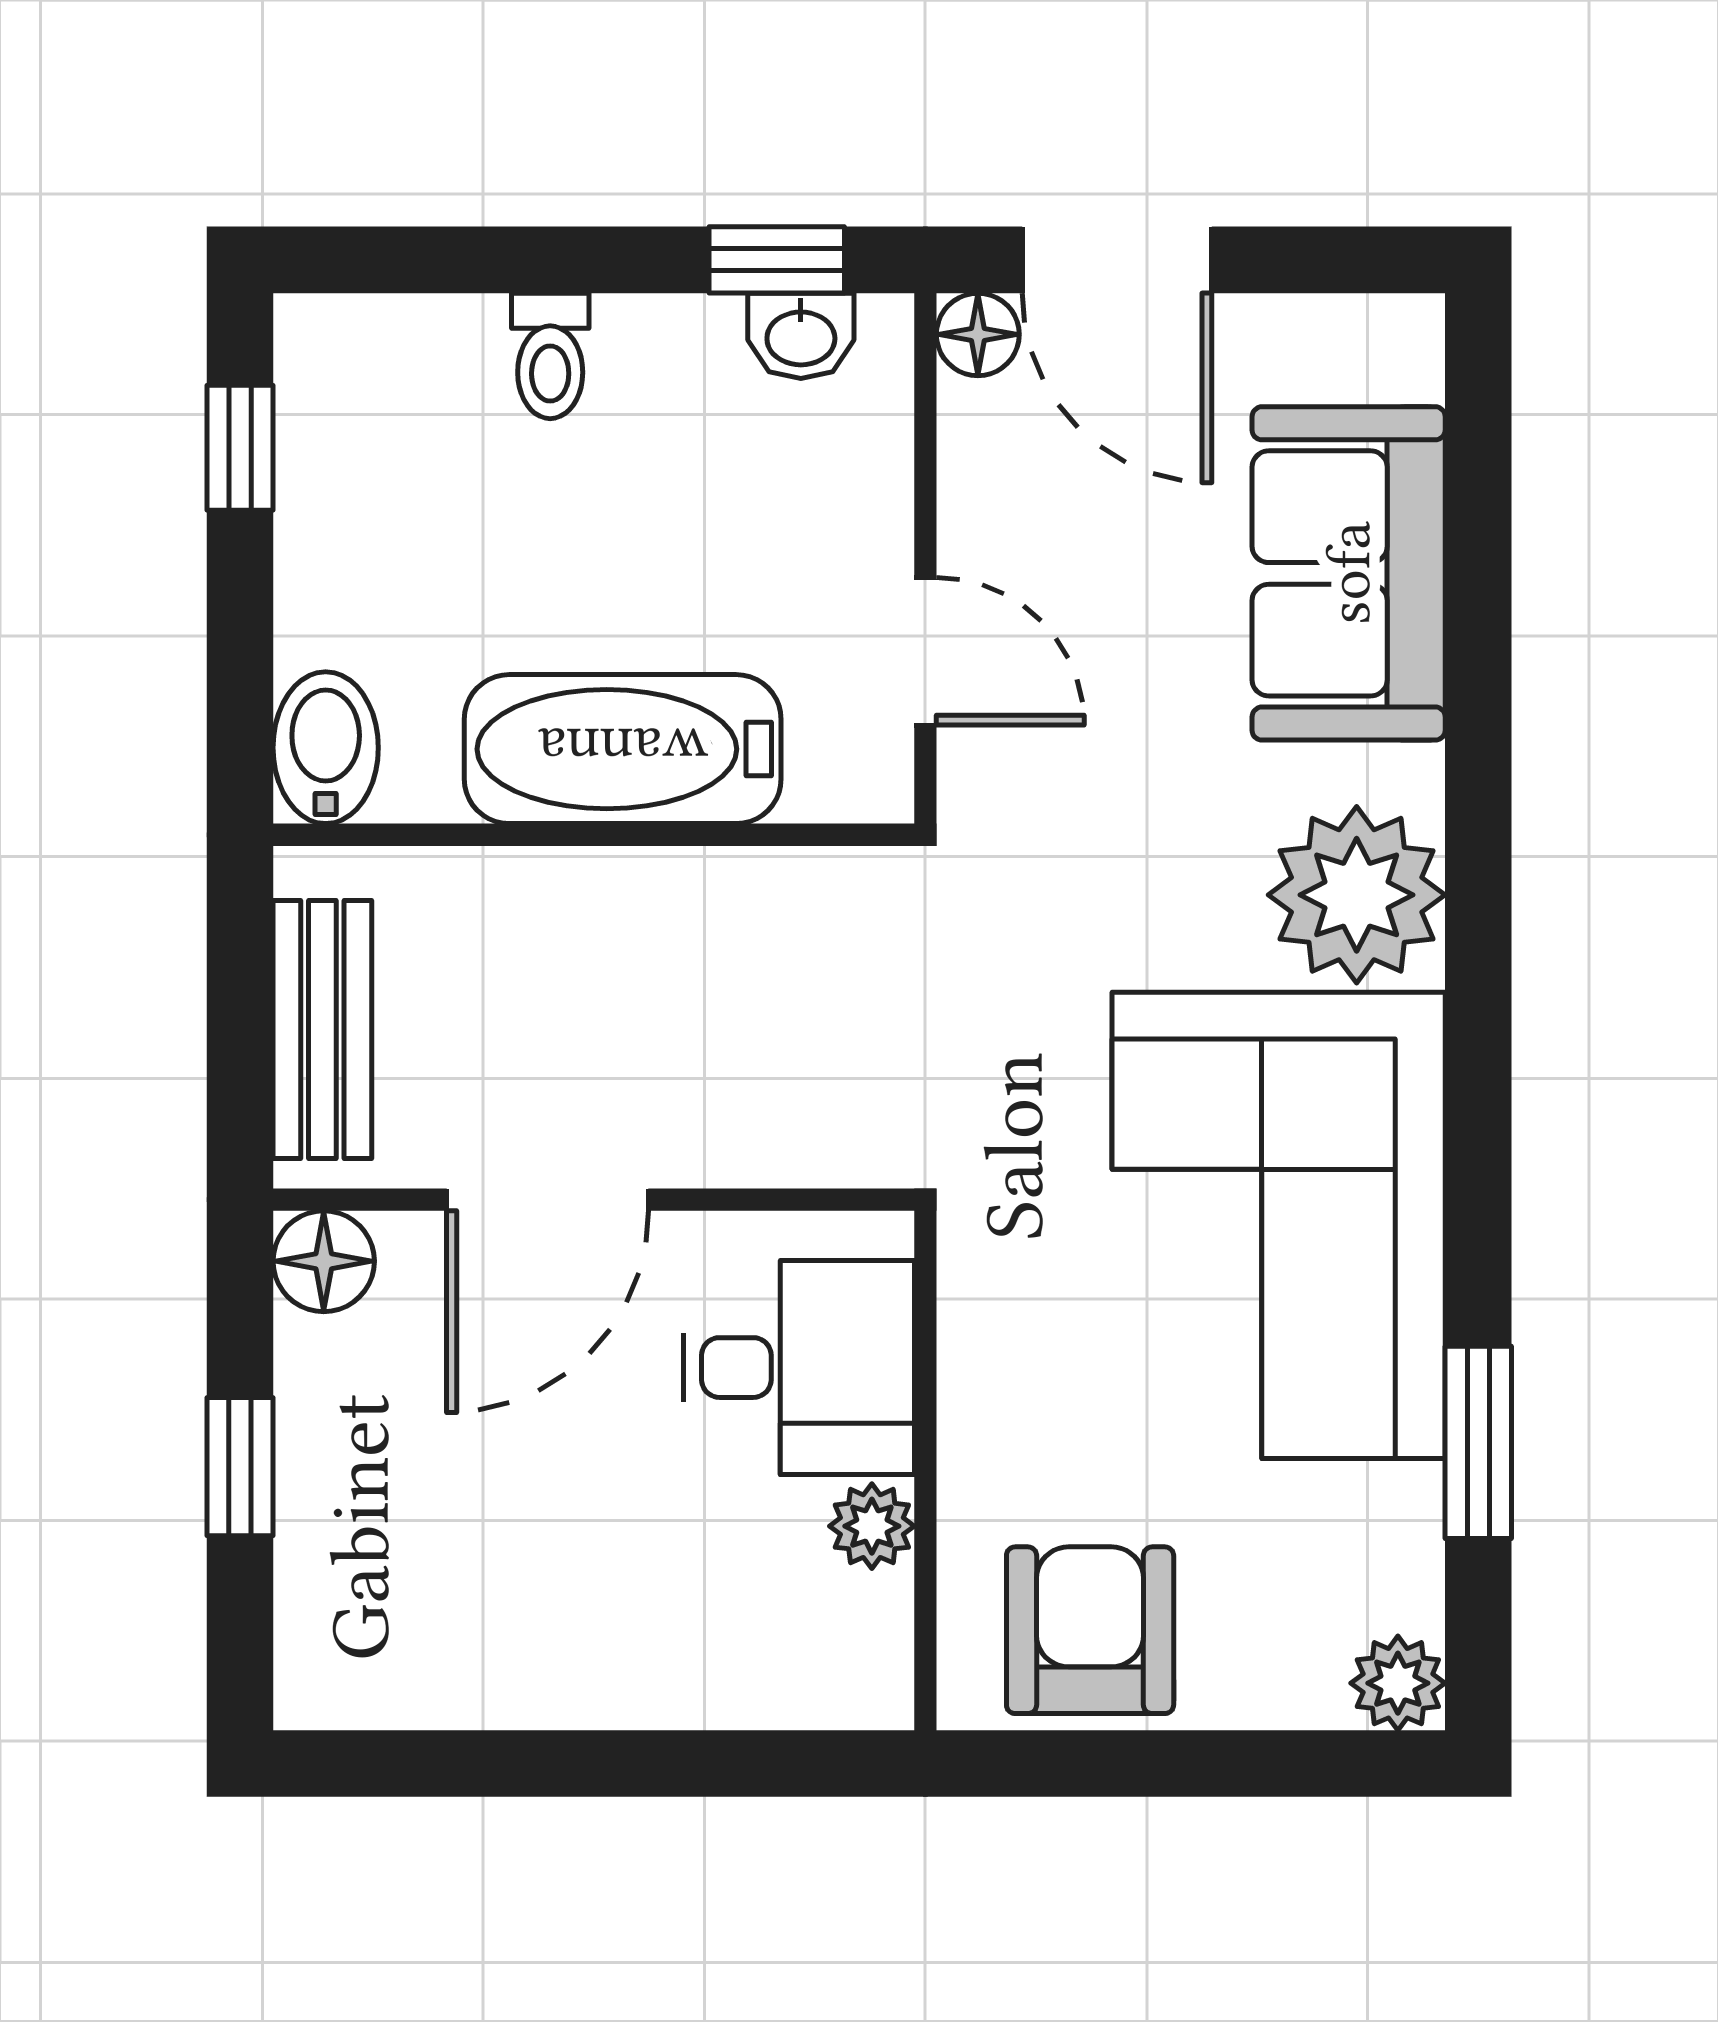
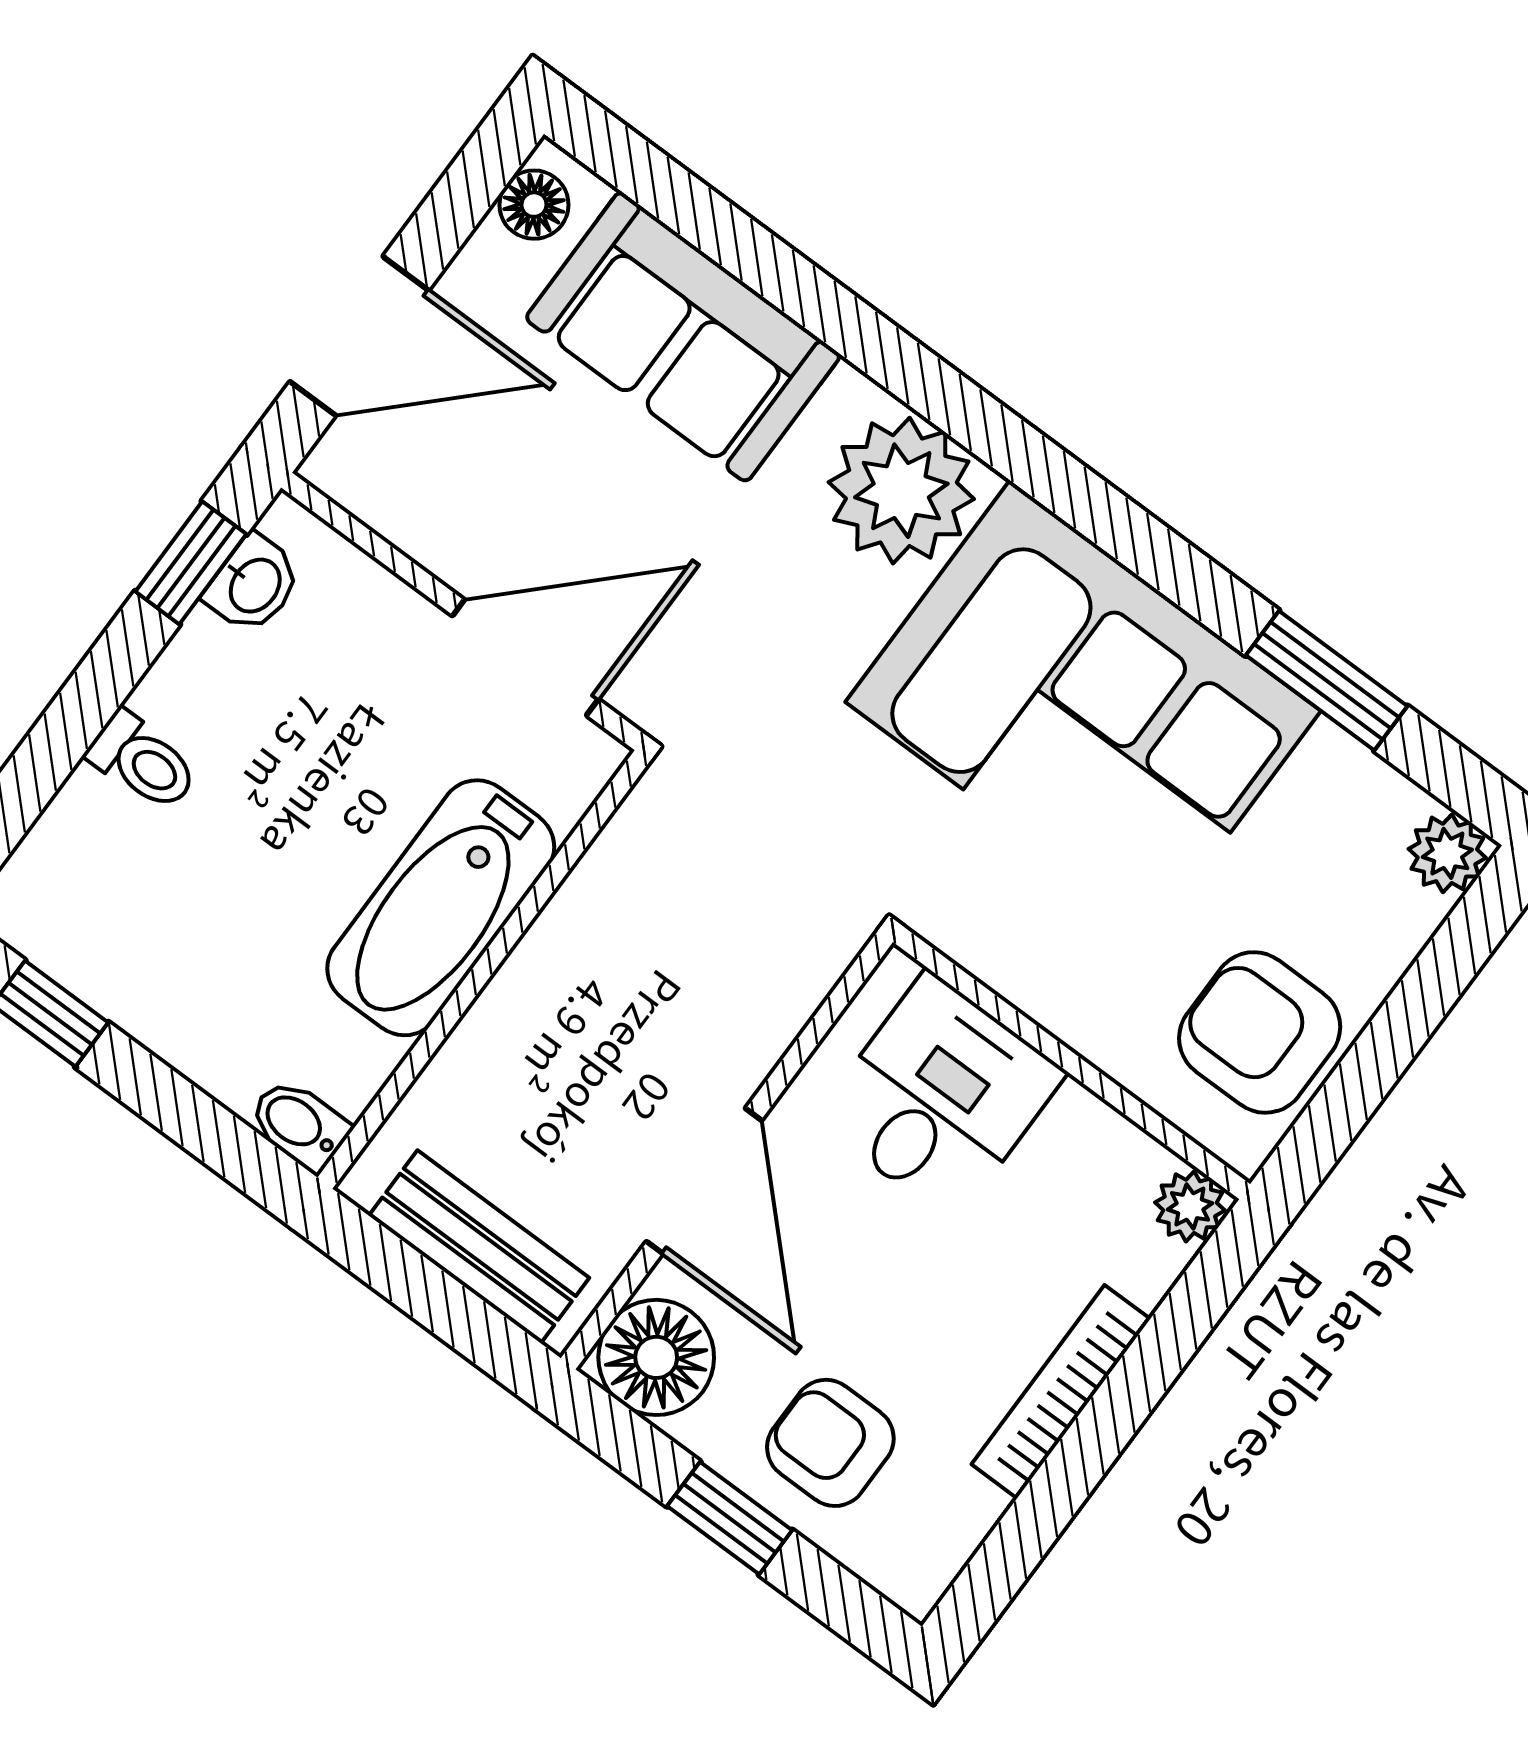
floor lamp: (978, 334) -> (534, 205), moved
door: (925, 651) -> (525, 657), width x1.37
bidet: (326, 748) -> (299, 1125), width x0.72, depth x0.74
floor lamp: (324, 1261) -> (656, 1357), width x1.38, depth x1.38
armchair: (385, 1510) -> (830, 1443), added
plant: (872, 1526) -> (1190, 1206), moved
bookcase: (600, 1696) -> (1061, 1392), added

